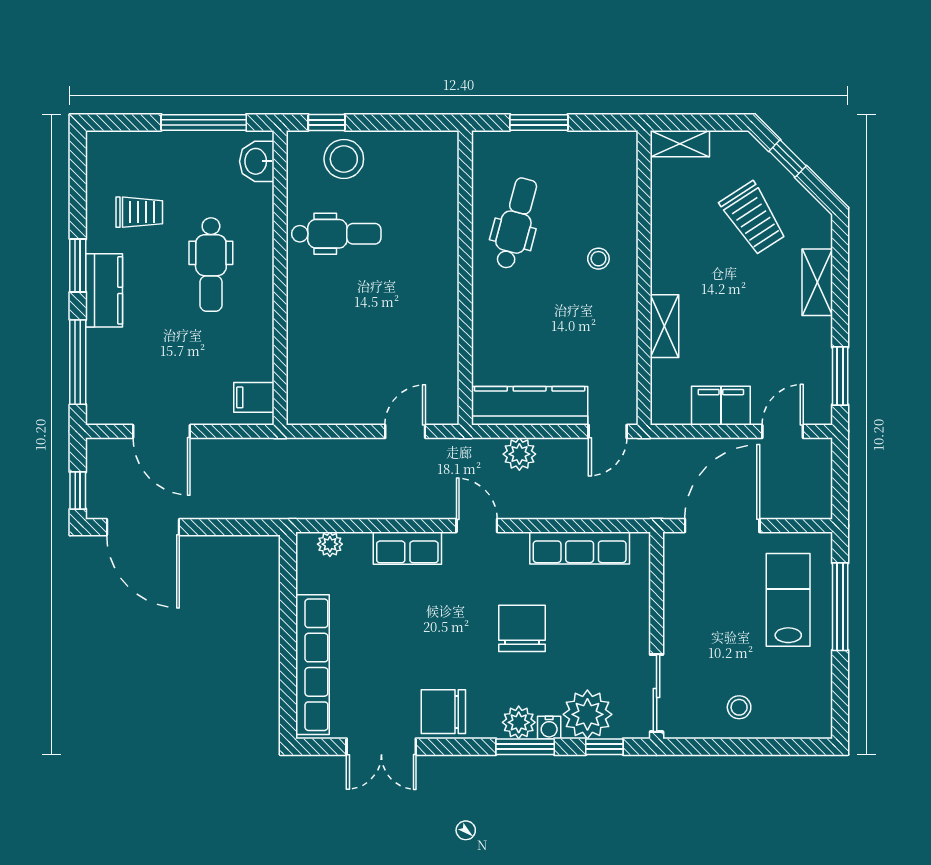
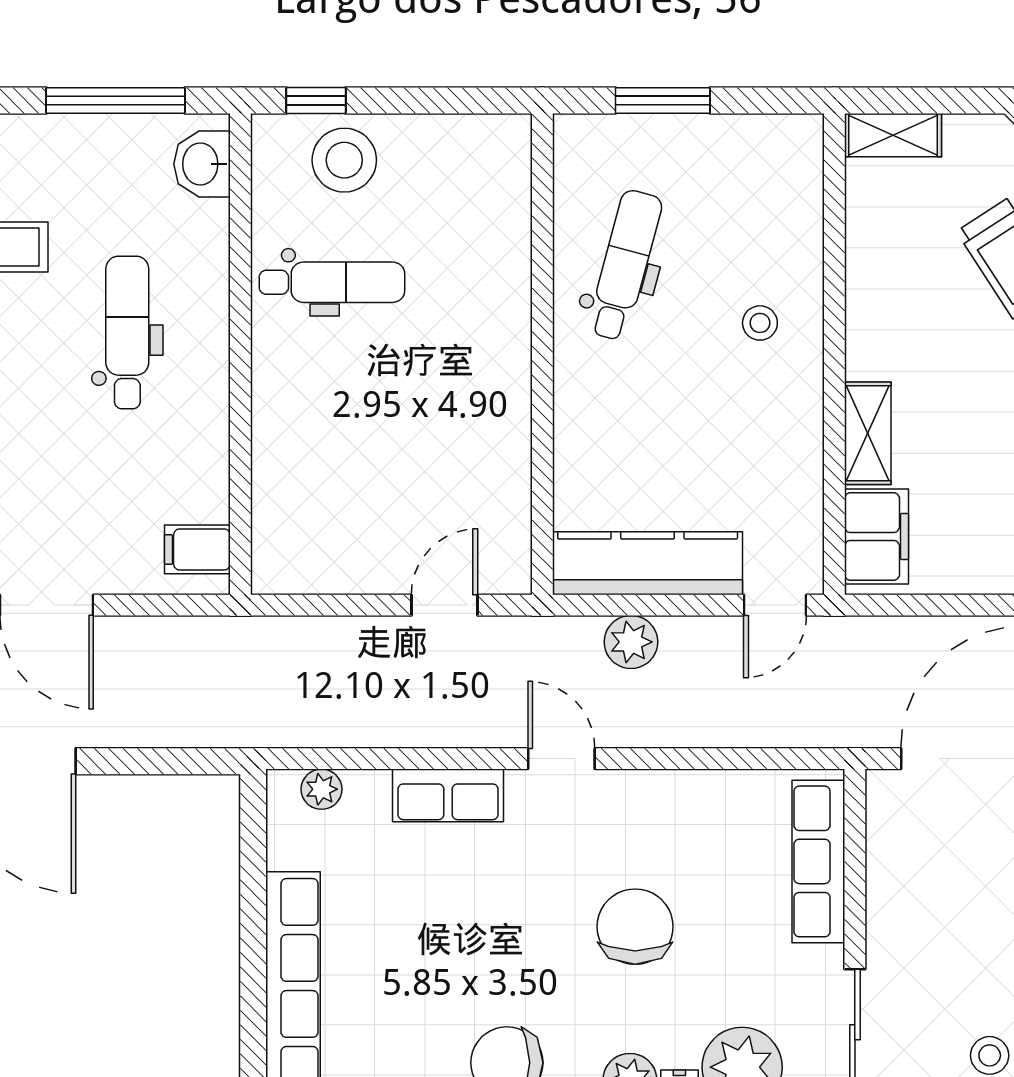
dental chair: (211, 265) -> (127, 333), turned 180
filing cabinet: (721, 406) -> (876, 536), moved, turned 90
row of seats: (580, 548) -> (818, 861), moved, turned 90

